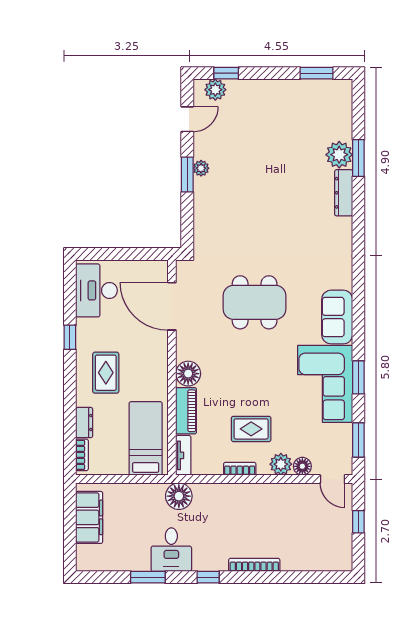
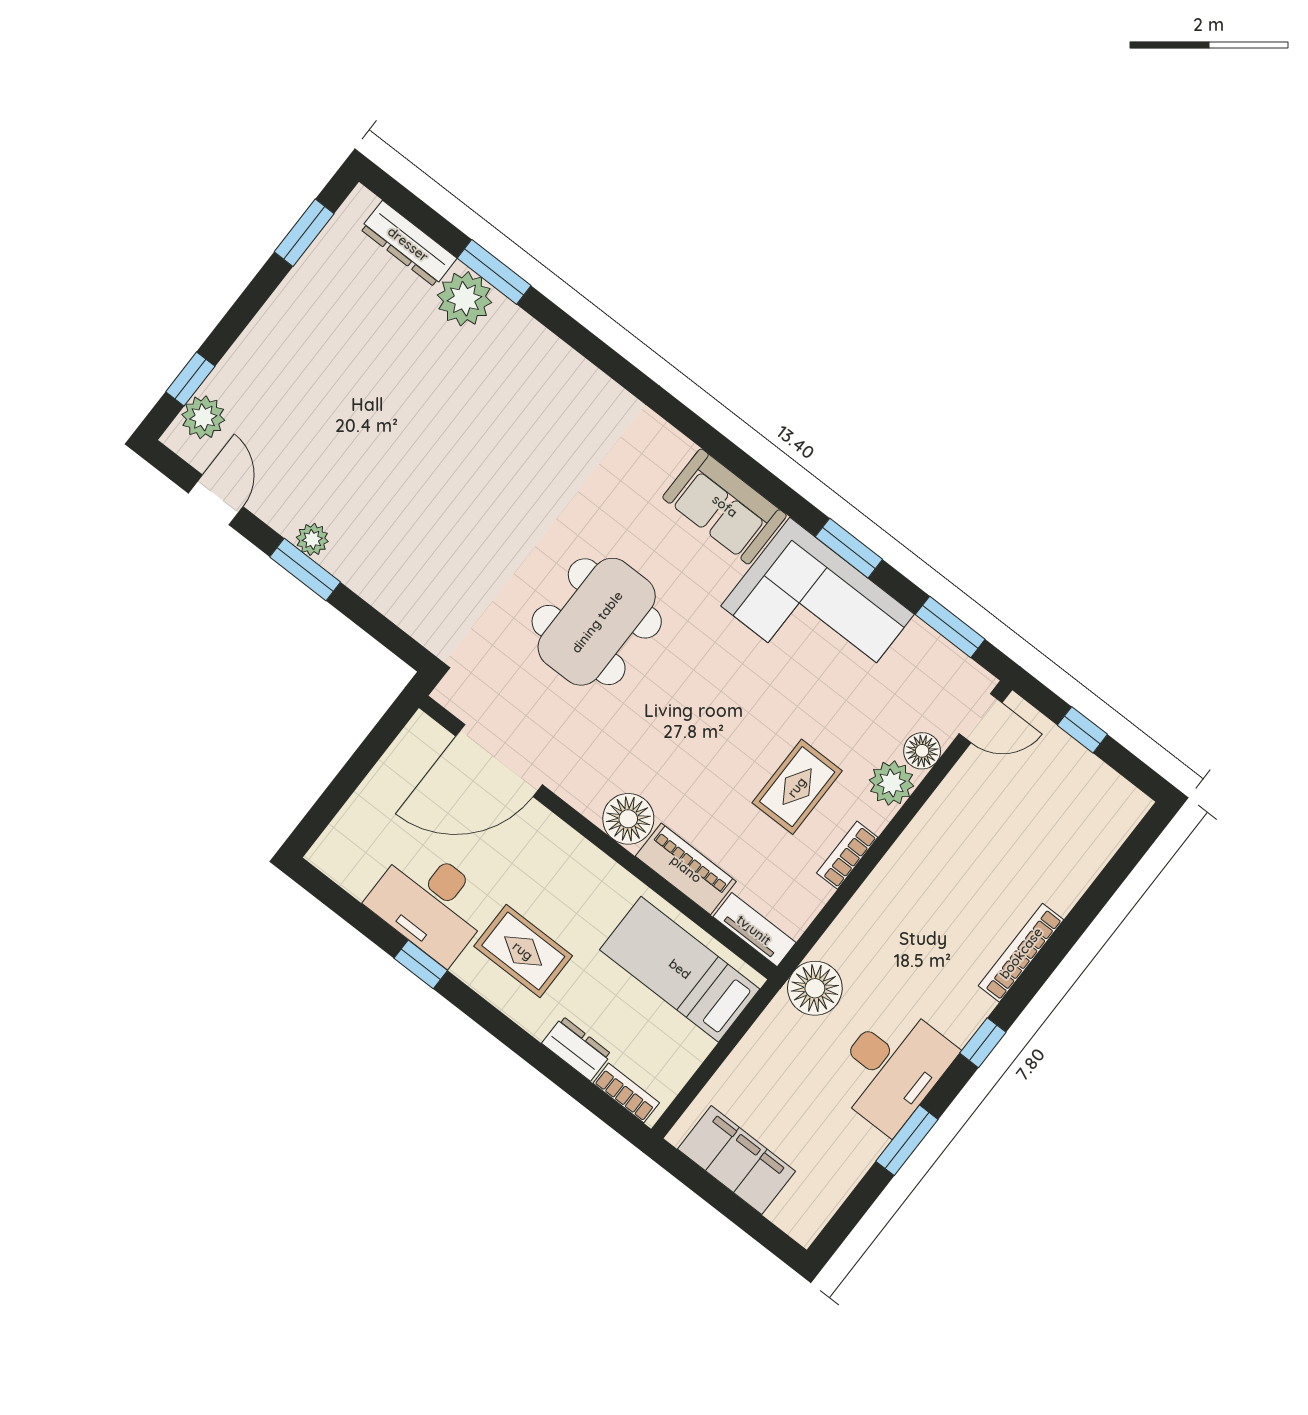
dresser: (344, 193) -> (408, 244), moved
desk: (97, 290) -> (431, 903), moved
desk: (171, 550) -> (892, 1068), width x1.37

